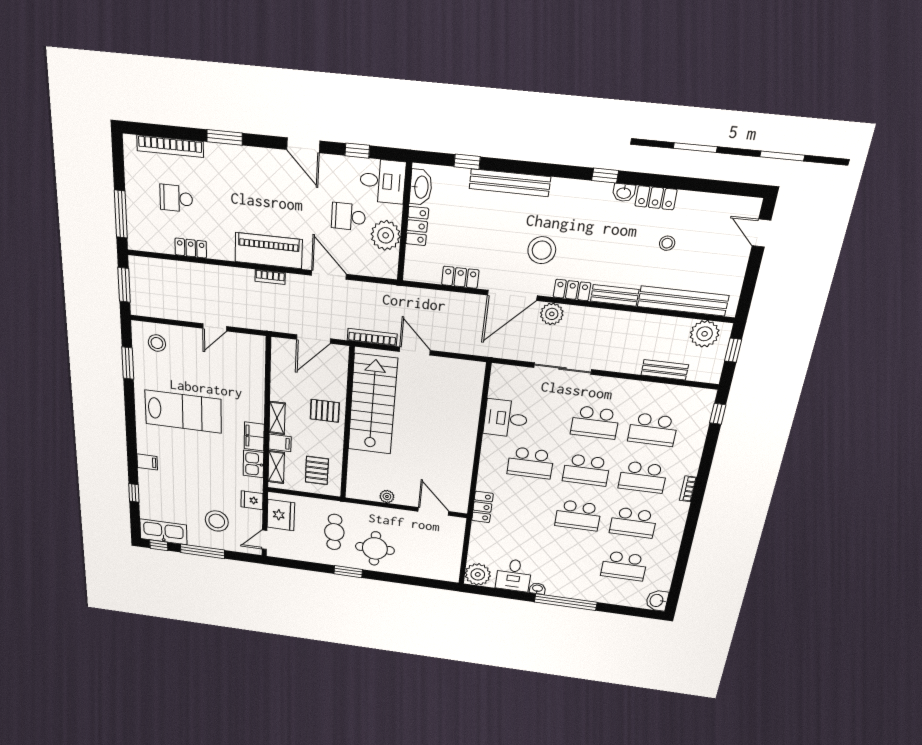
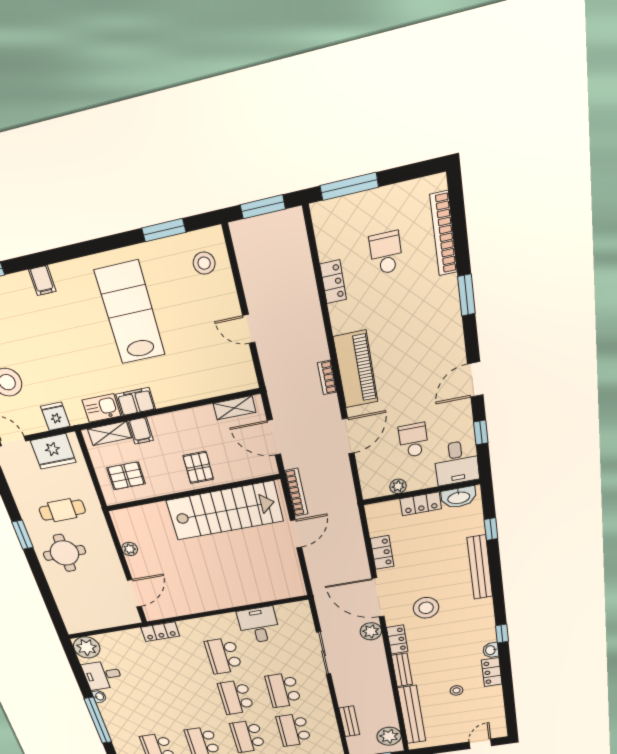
plant: (386, 235) -> (398, 486), width x0.53, depth x0.53
lab bench: (183, 412) -> (130, 313), turned 180
shelving: (277, 418) -> (234, 408), moved
school desk: (578, 515) -> (189, 704), removed

